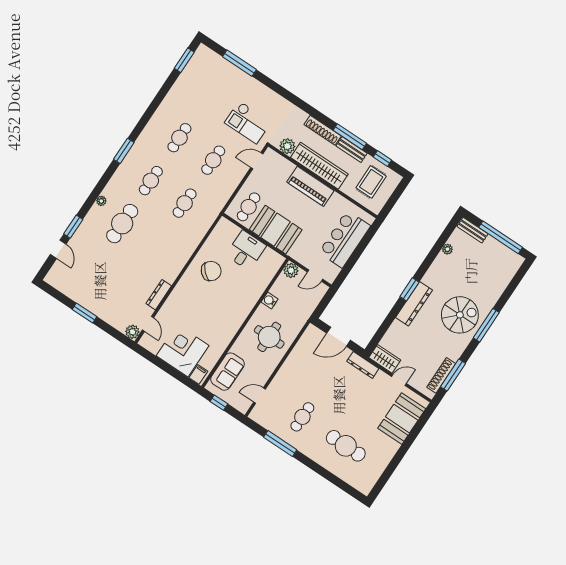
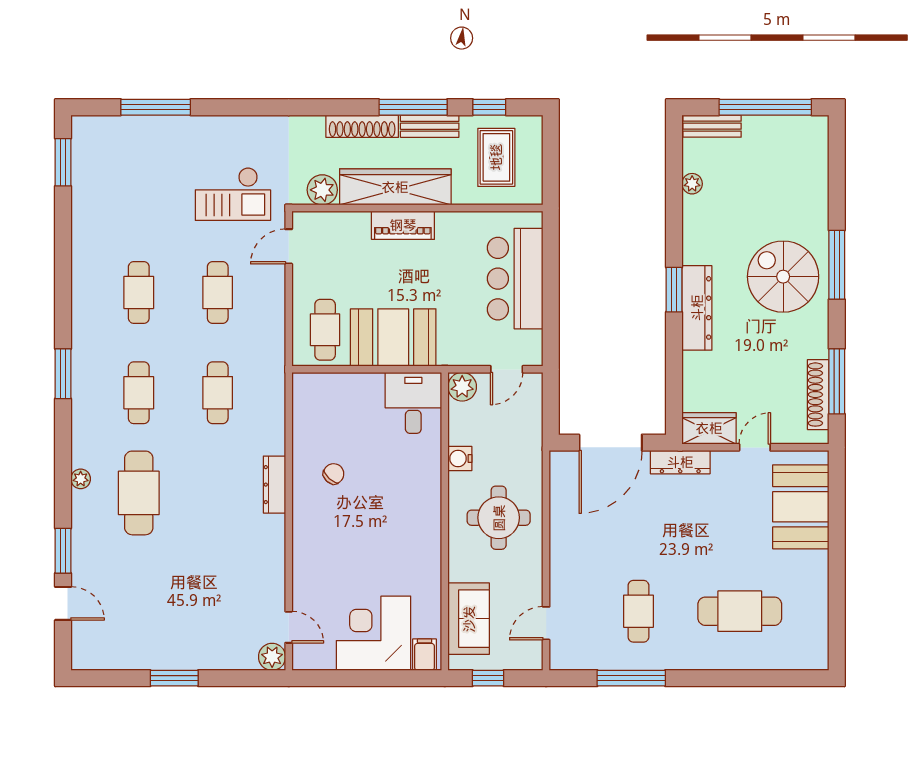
piano: (310, 186) -> (403, 225), width x0.73, depth x0.75
desk: (246, 250) -> (413, 403), moved
chair: (211, 271) -> (334, 474), width x0.54, depth x0.54
dresser: (159, 295) -> (274, 485), moved
spiral stairs: (460, 315) -> (783, 277), turned -90
door: (339, 337) -> (611, 443), width x1.36

